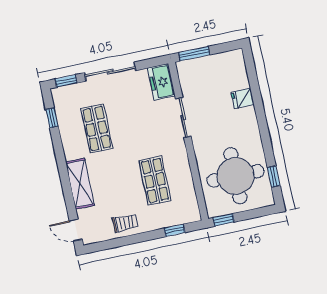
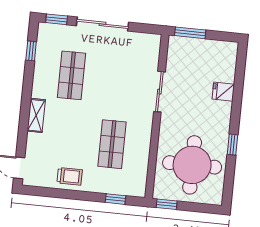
freezer: (161, 82) -> (149, 50), removed
window: (274, 177) -> (232, 145), moved
shelving: (80, 184) -> (36, 115), width x0.67, depth x0.75

